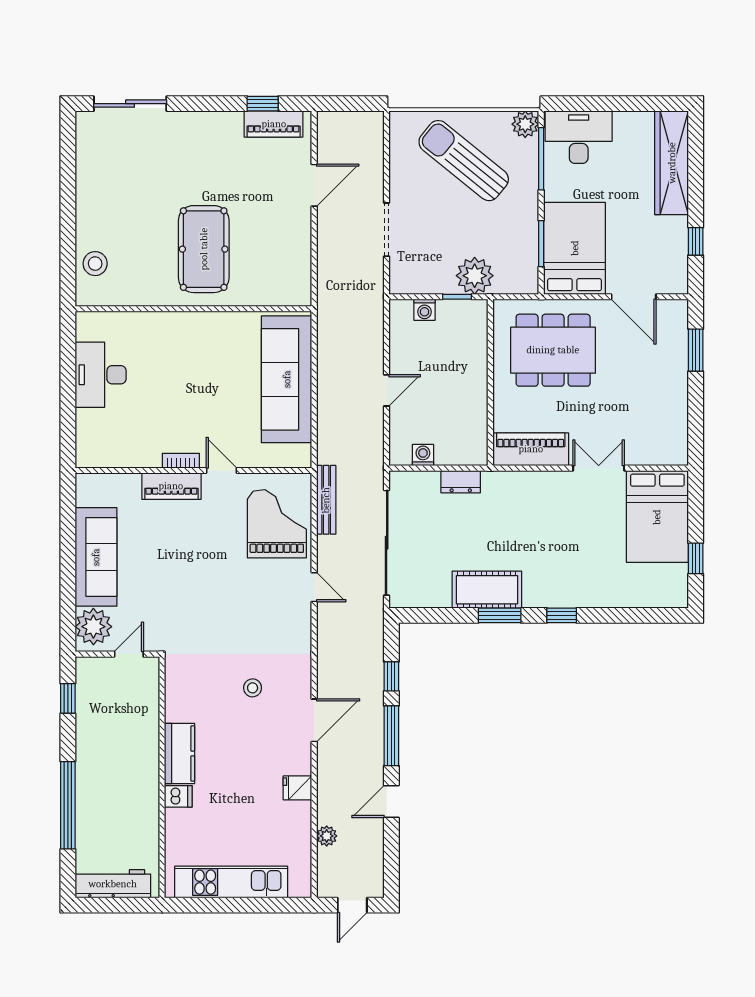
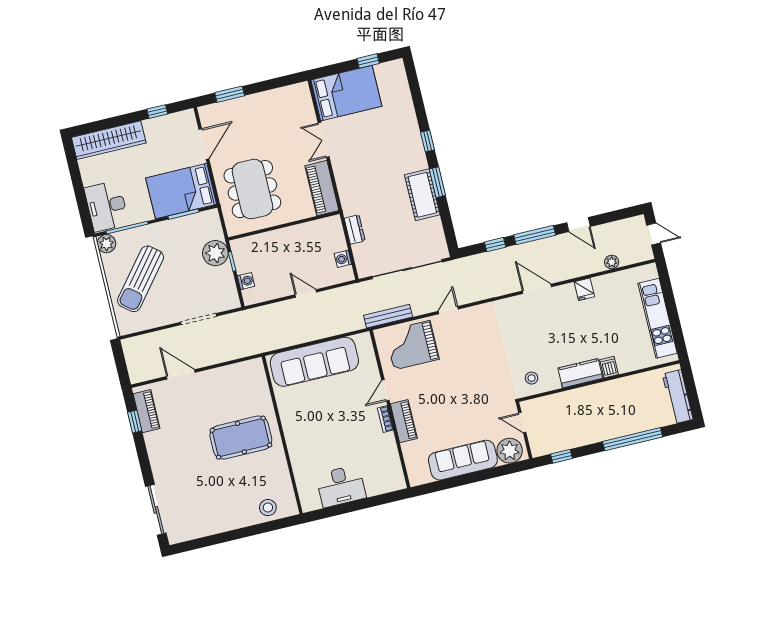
stool: (253, 688) -> (532, 378), moved

